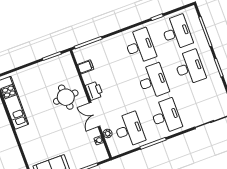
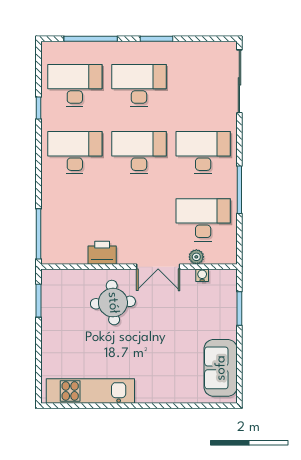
filing cabinet: (86, 67) -> (76, 252), removed
printer: (94, 91) -> (102, 253), moved

